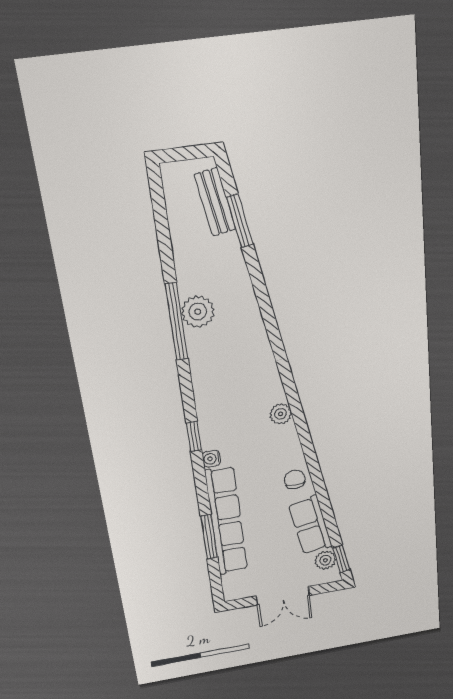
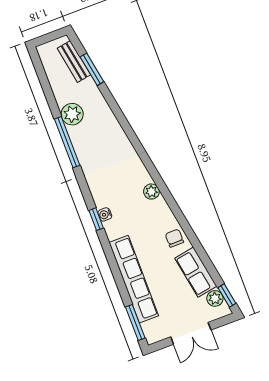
plant: (198, 312) -> (72, 114), moved
water cooler: (211, 459) -> (105, 214), moved
window: (209, 537) -> (135, 322), moved

